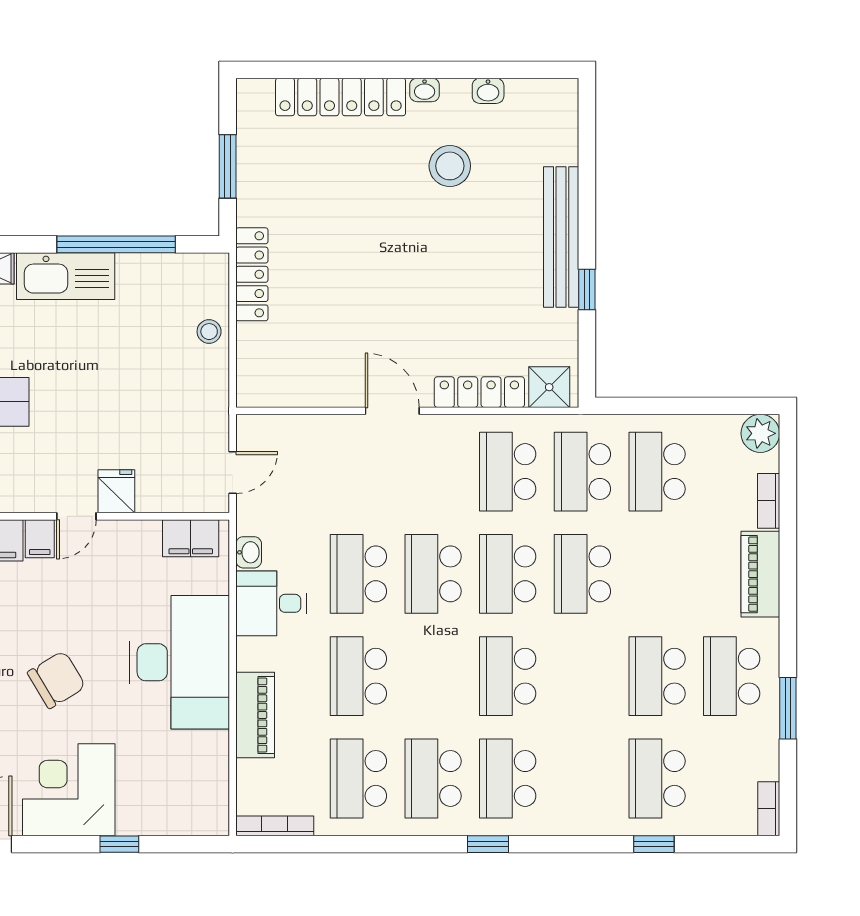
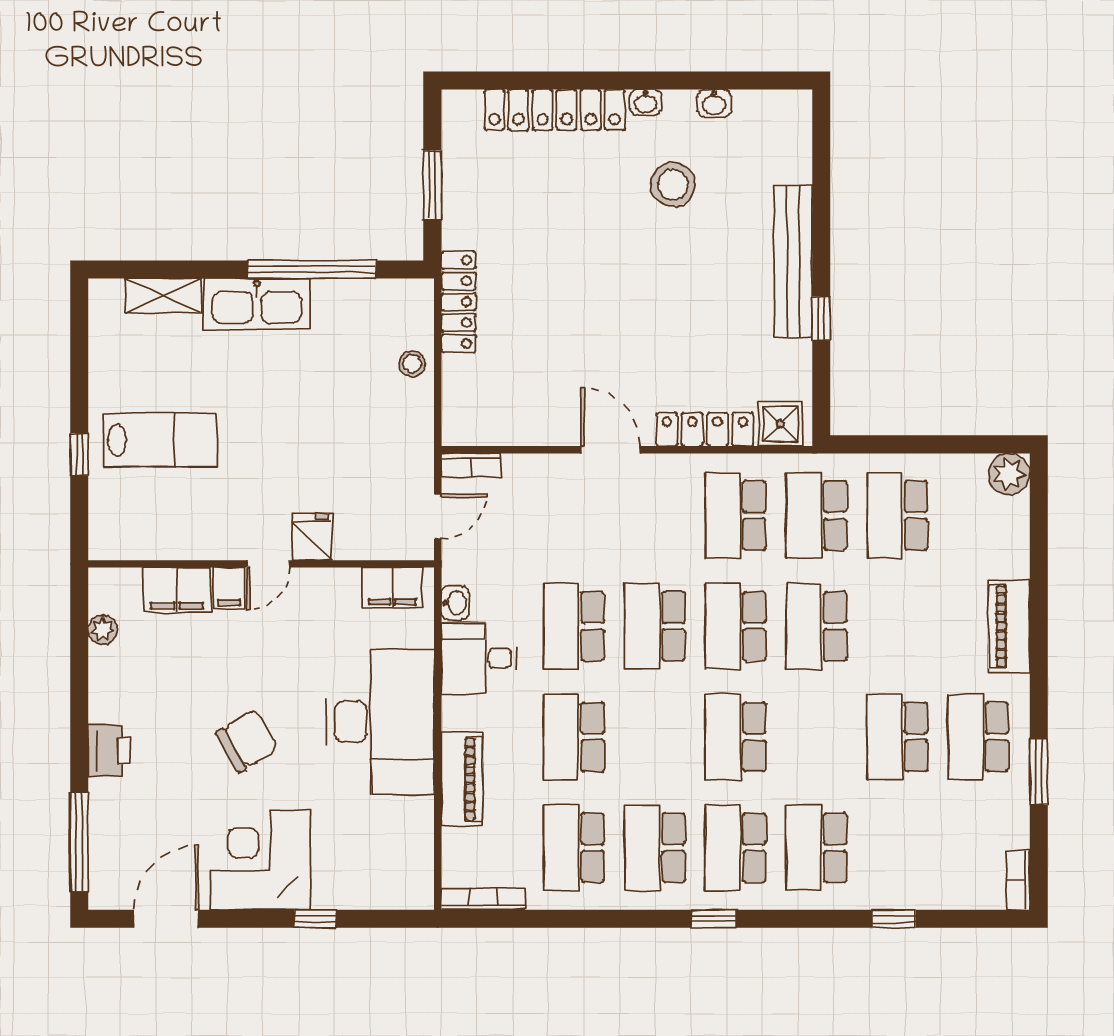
bookcase: (769, 501) -> (471, 465), moved, turned -90
school desk: (657, 778) -> (816, 848), moved

